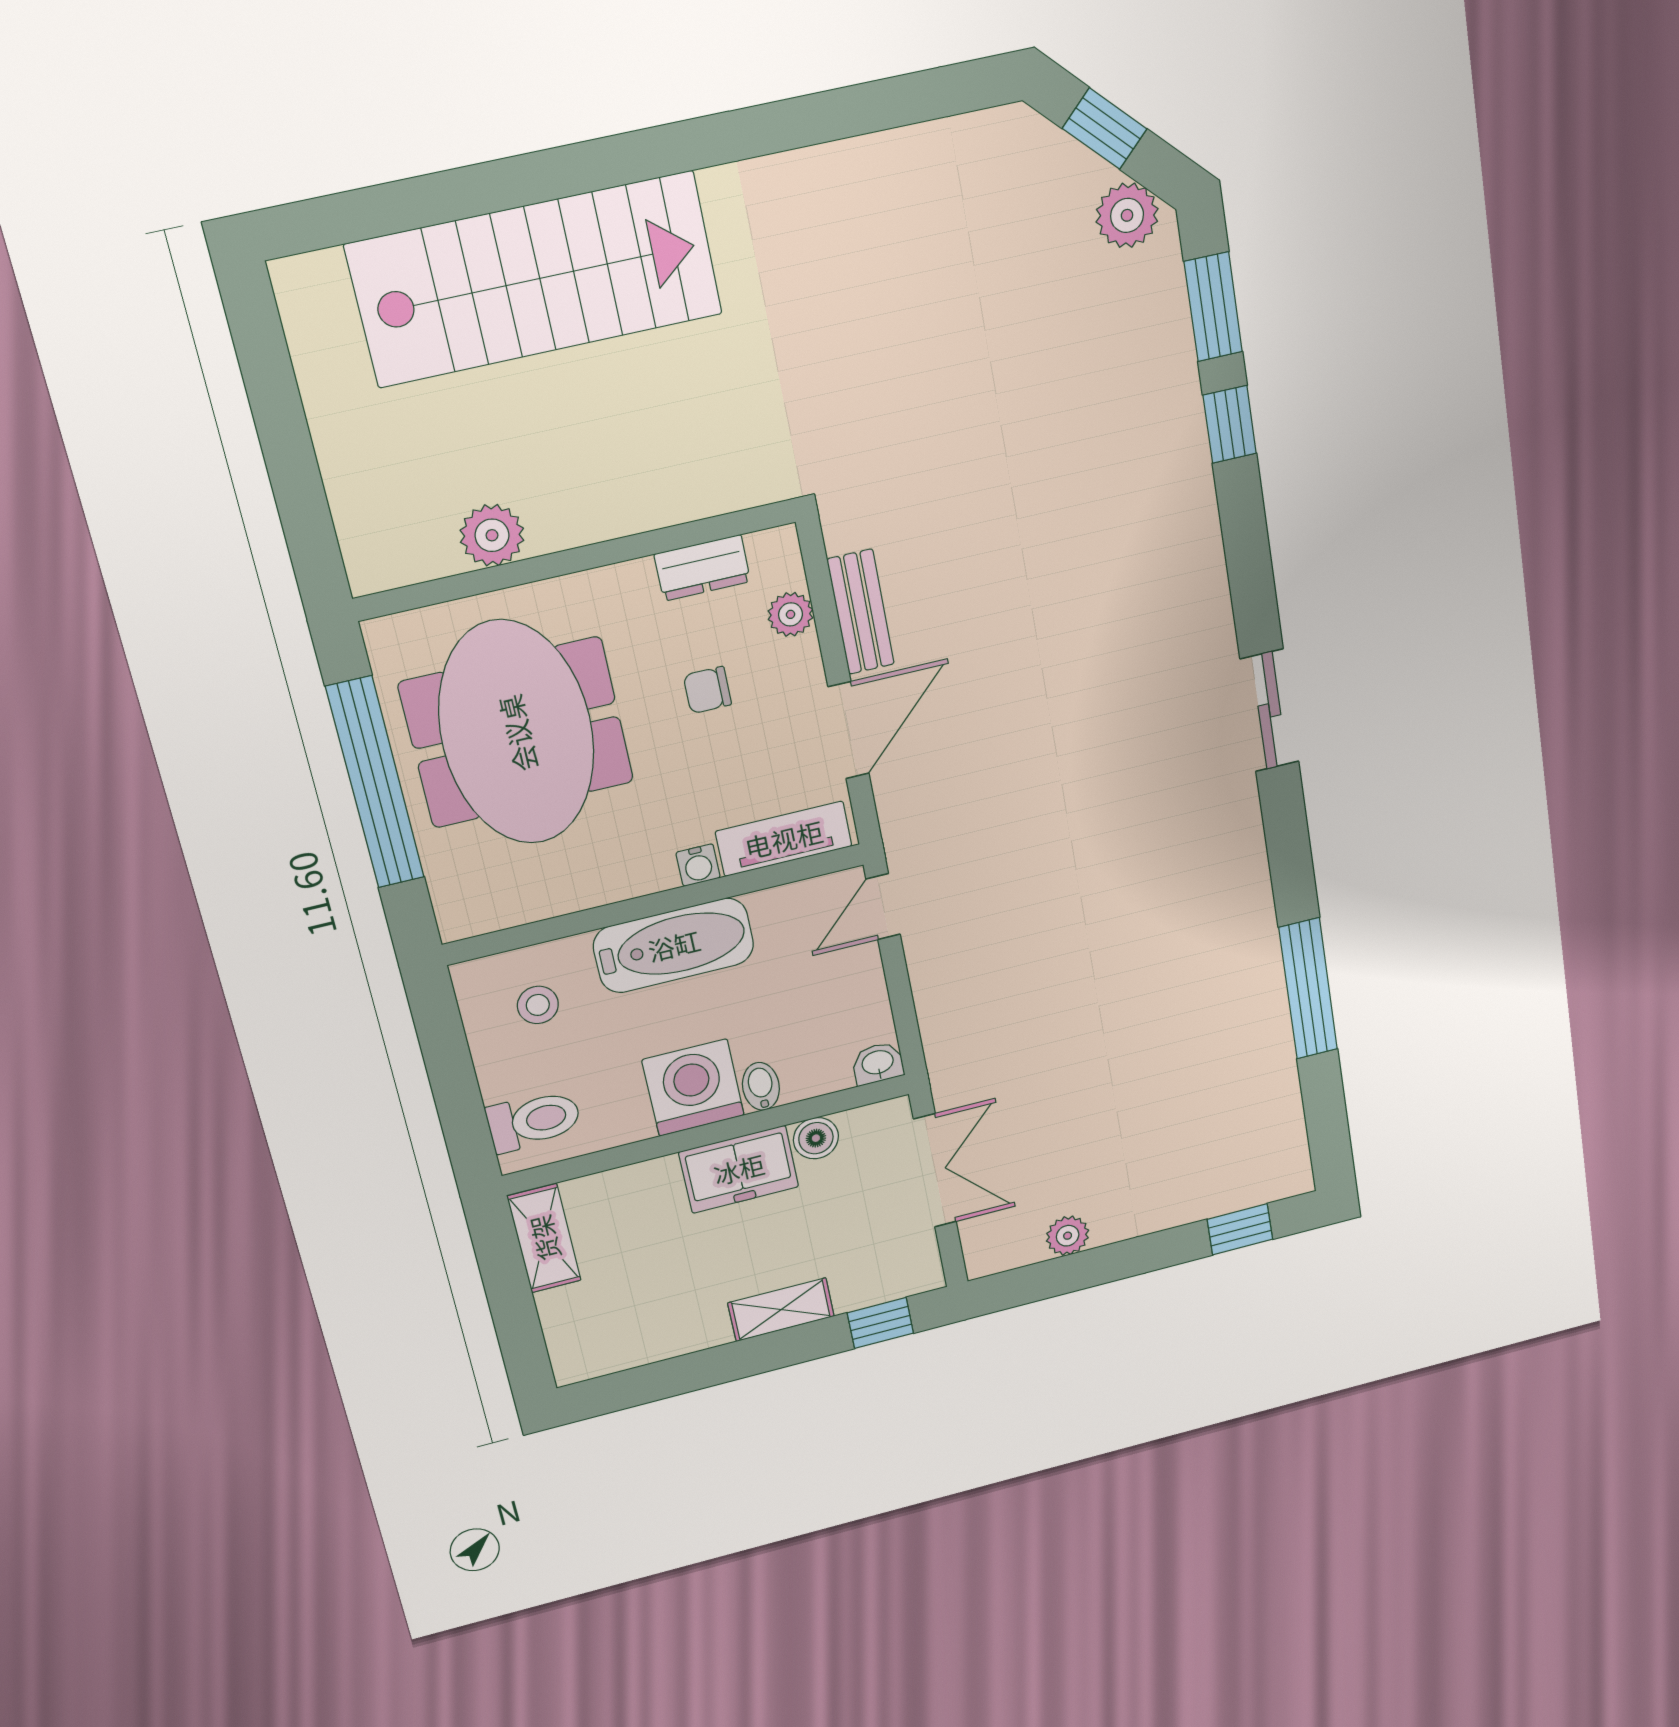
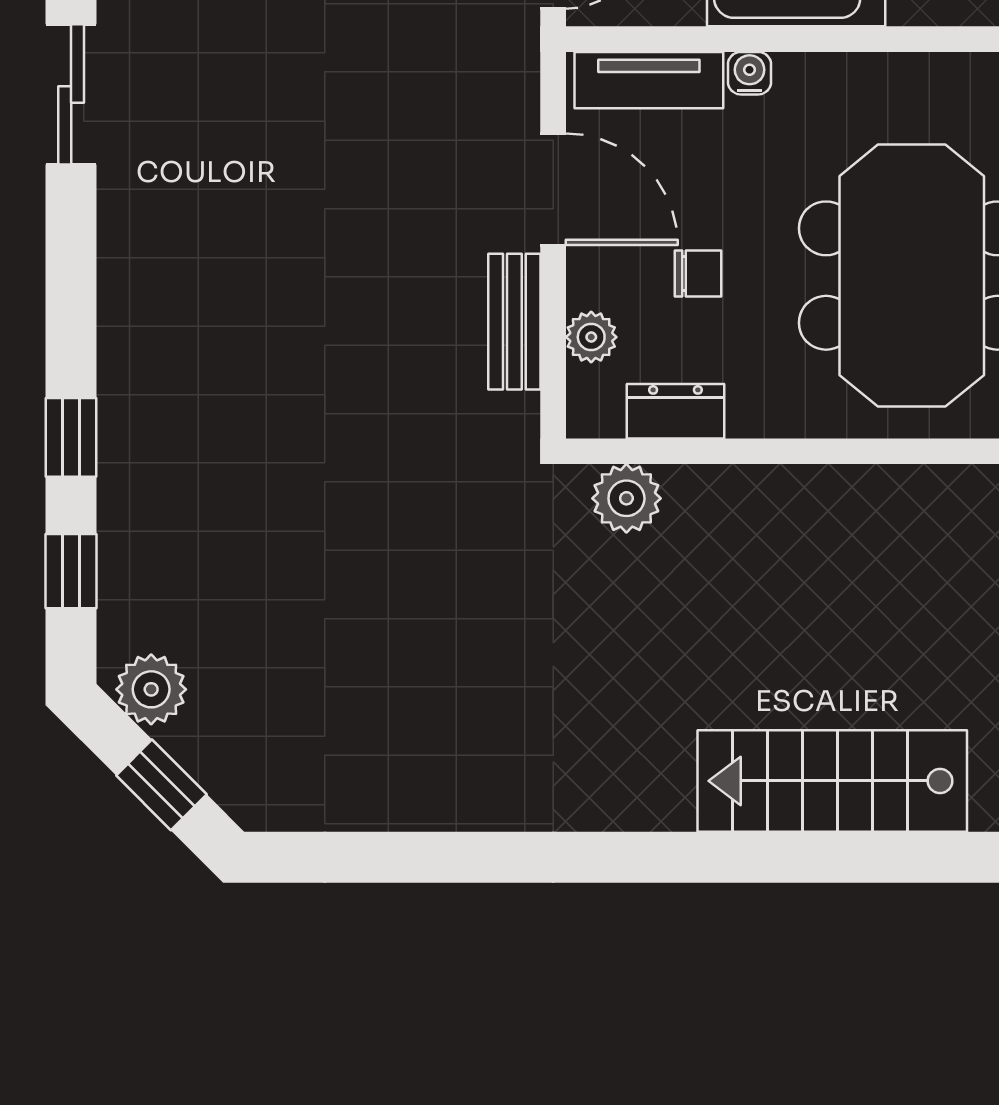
stairs: (535, 279) -> (832, 781), width x0.73, depth x0.66
window: (1213, 307) -> (71, 571), width x0.67
plant: (492, 535) -> (626, 498), moved
door: (848, 730) -> (553, 189), swing flipped

